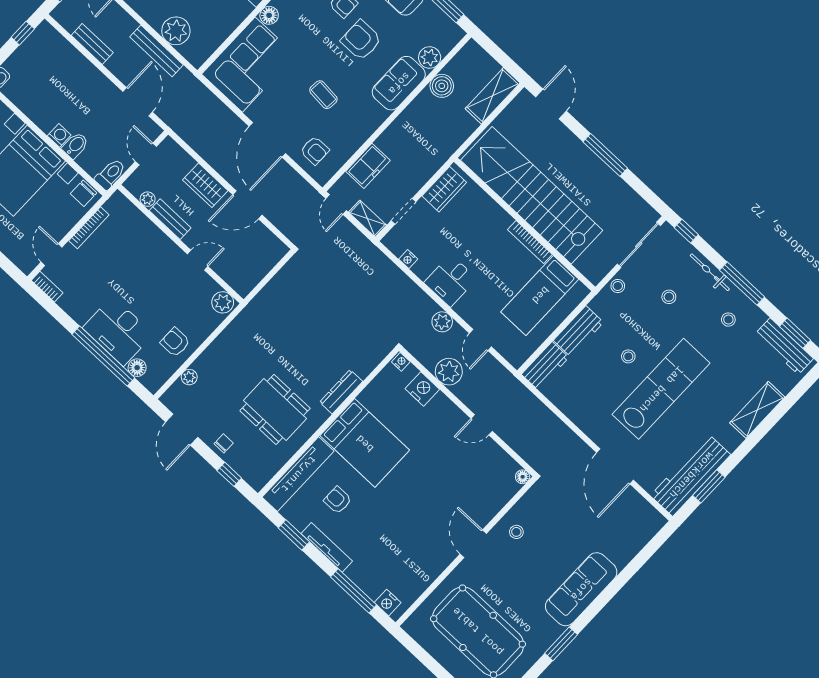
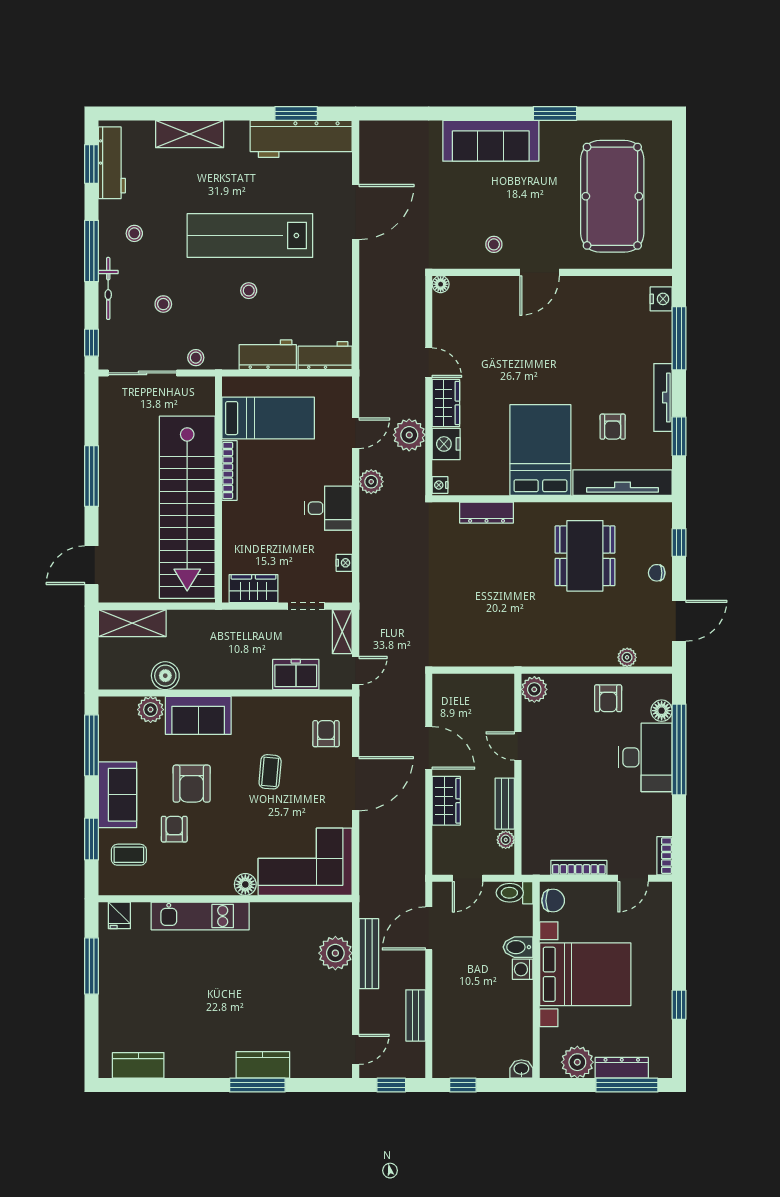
dresser: (341, 392) -> (487, 513), moved
wardrobe: (447, 412) -> (446, 403), added

